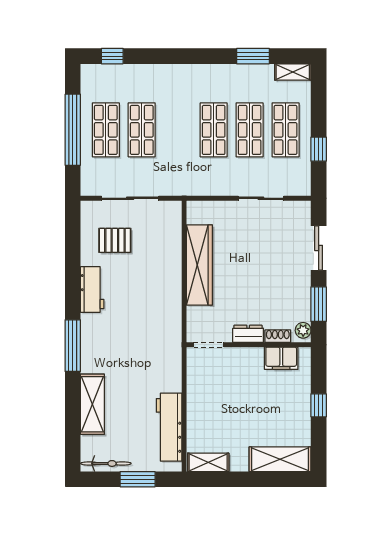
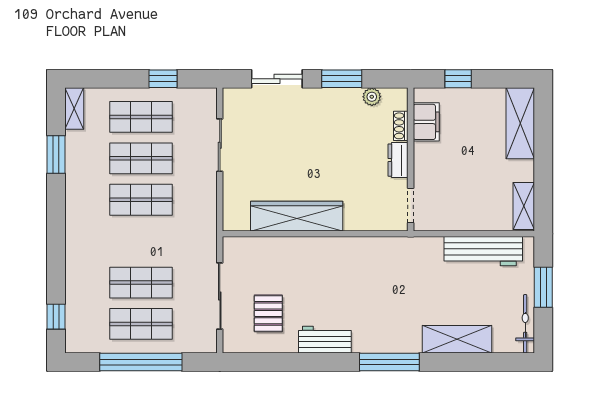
dresser: (248, 334) -> (398, 160), moved
shoe rack: (278, 336) -> (401, 126), moved
doorway: (209, 345) -> (411, 205), moved
wall: (249, 345) -> (411, 159), moved
filing cabinet: (281, 358) -> (426, 122), moved

